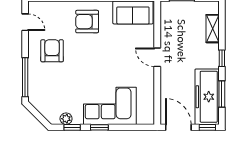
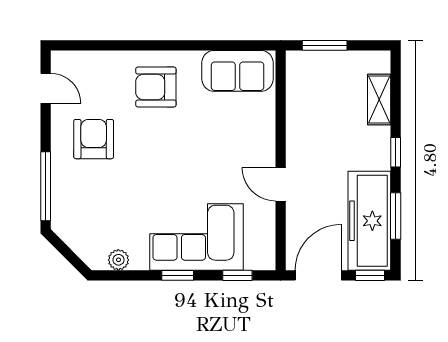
door: (157, 57) -> (281, 184), moved
window: (72, 127) -> (237, 275), moved
door: (178, 127) -> (318, 275), hinge flipped

